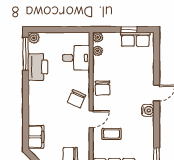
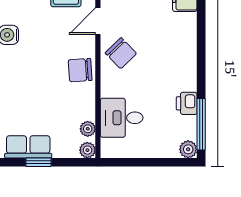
printer: (38, 67) -> (187, 103), width x0.53, depth x0.68
chair: (102, 88) -> (80, 70), turned -94
chair: (77, 99) -> (121, 53), turned 112

